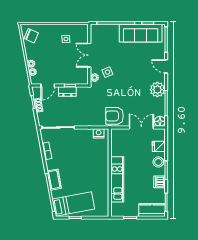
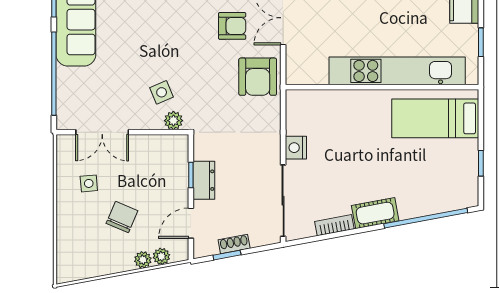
chair: (31, 36) -> (122, 217), moved
double door: (89, 55) -> (102, 132), moved
door: (48, 85) -> (191, 223), swing flipped
armchair: (138, 104) -> (232, 26), added
nightstand: (99, 133) -> (296, 148), moved
kitchen unit: (117, 179) -> (397, 71), width x1.36
cot: (54, 180) -> (375, 213), moved
bed: (73, 204) -> (435, 118), moved, turned -79

